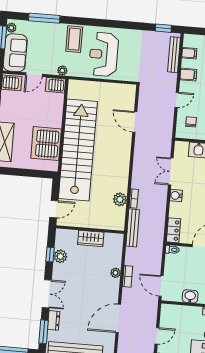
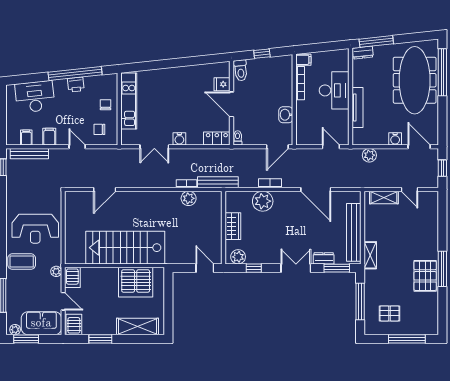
stairs: (78, 150) -> (125, 248), width x0.73
plant: (60, 256) -> (238, 257), moved
plant: (116, 273) -> (263, 201), width x1.87, depth x1.87

